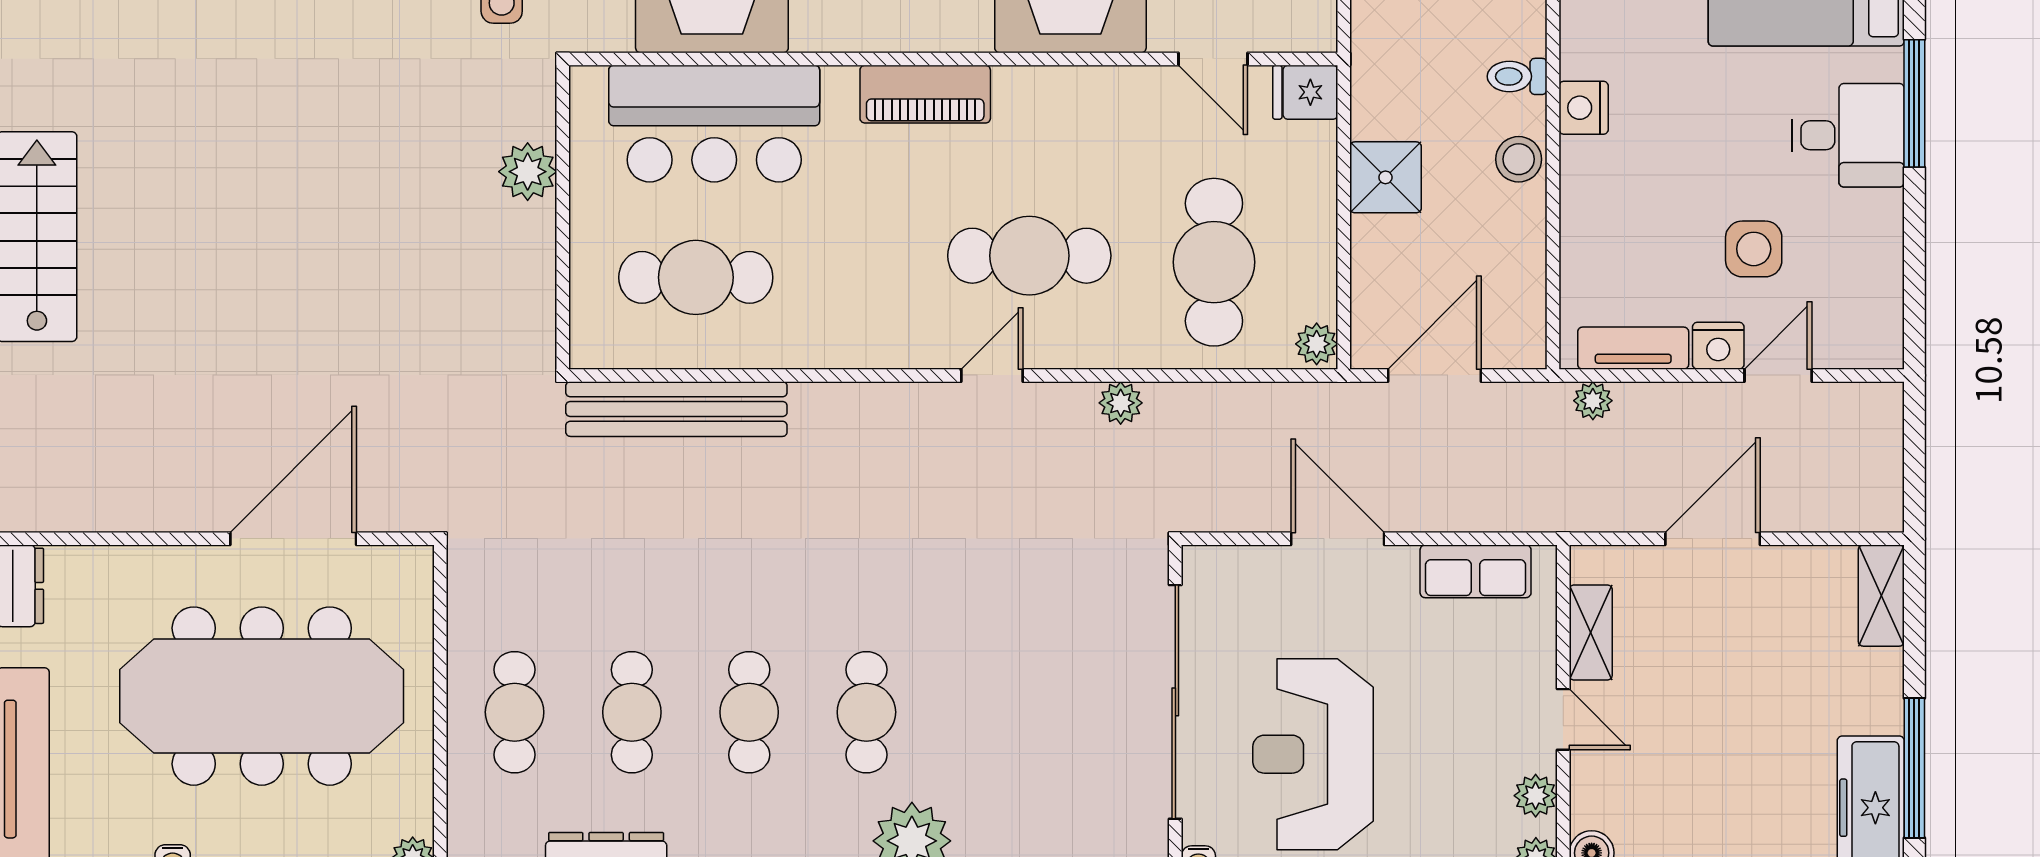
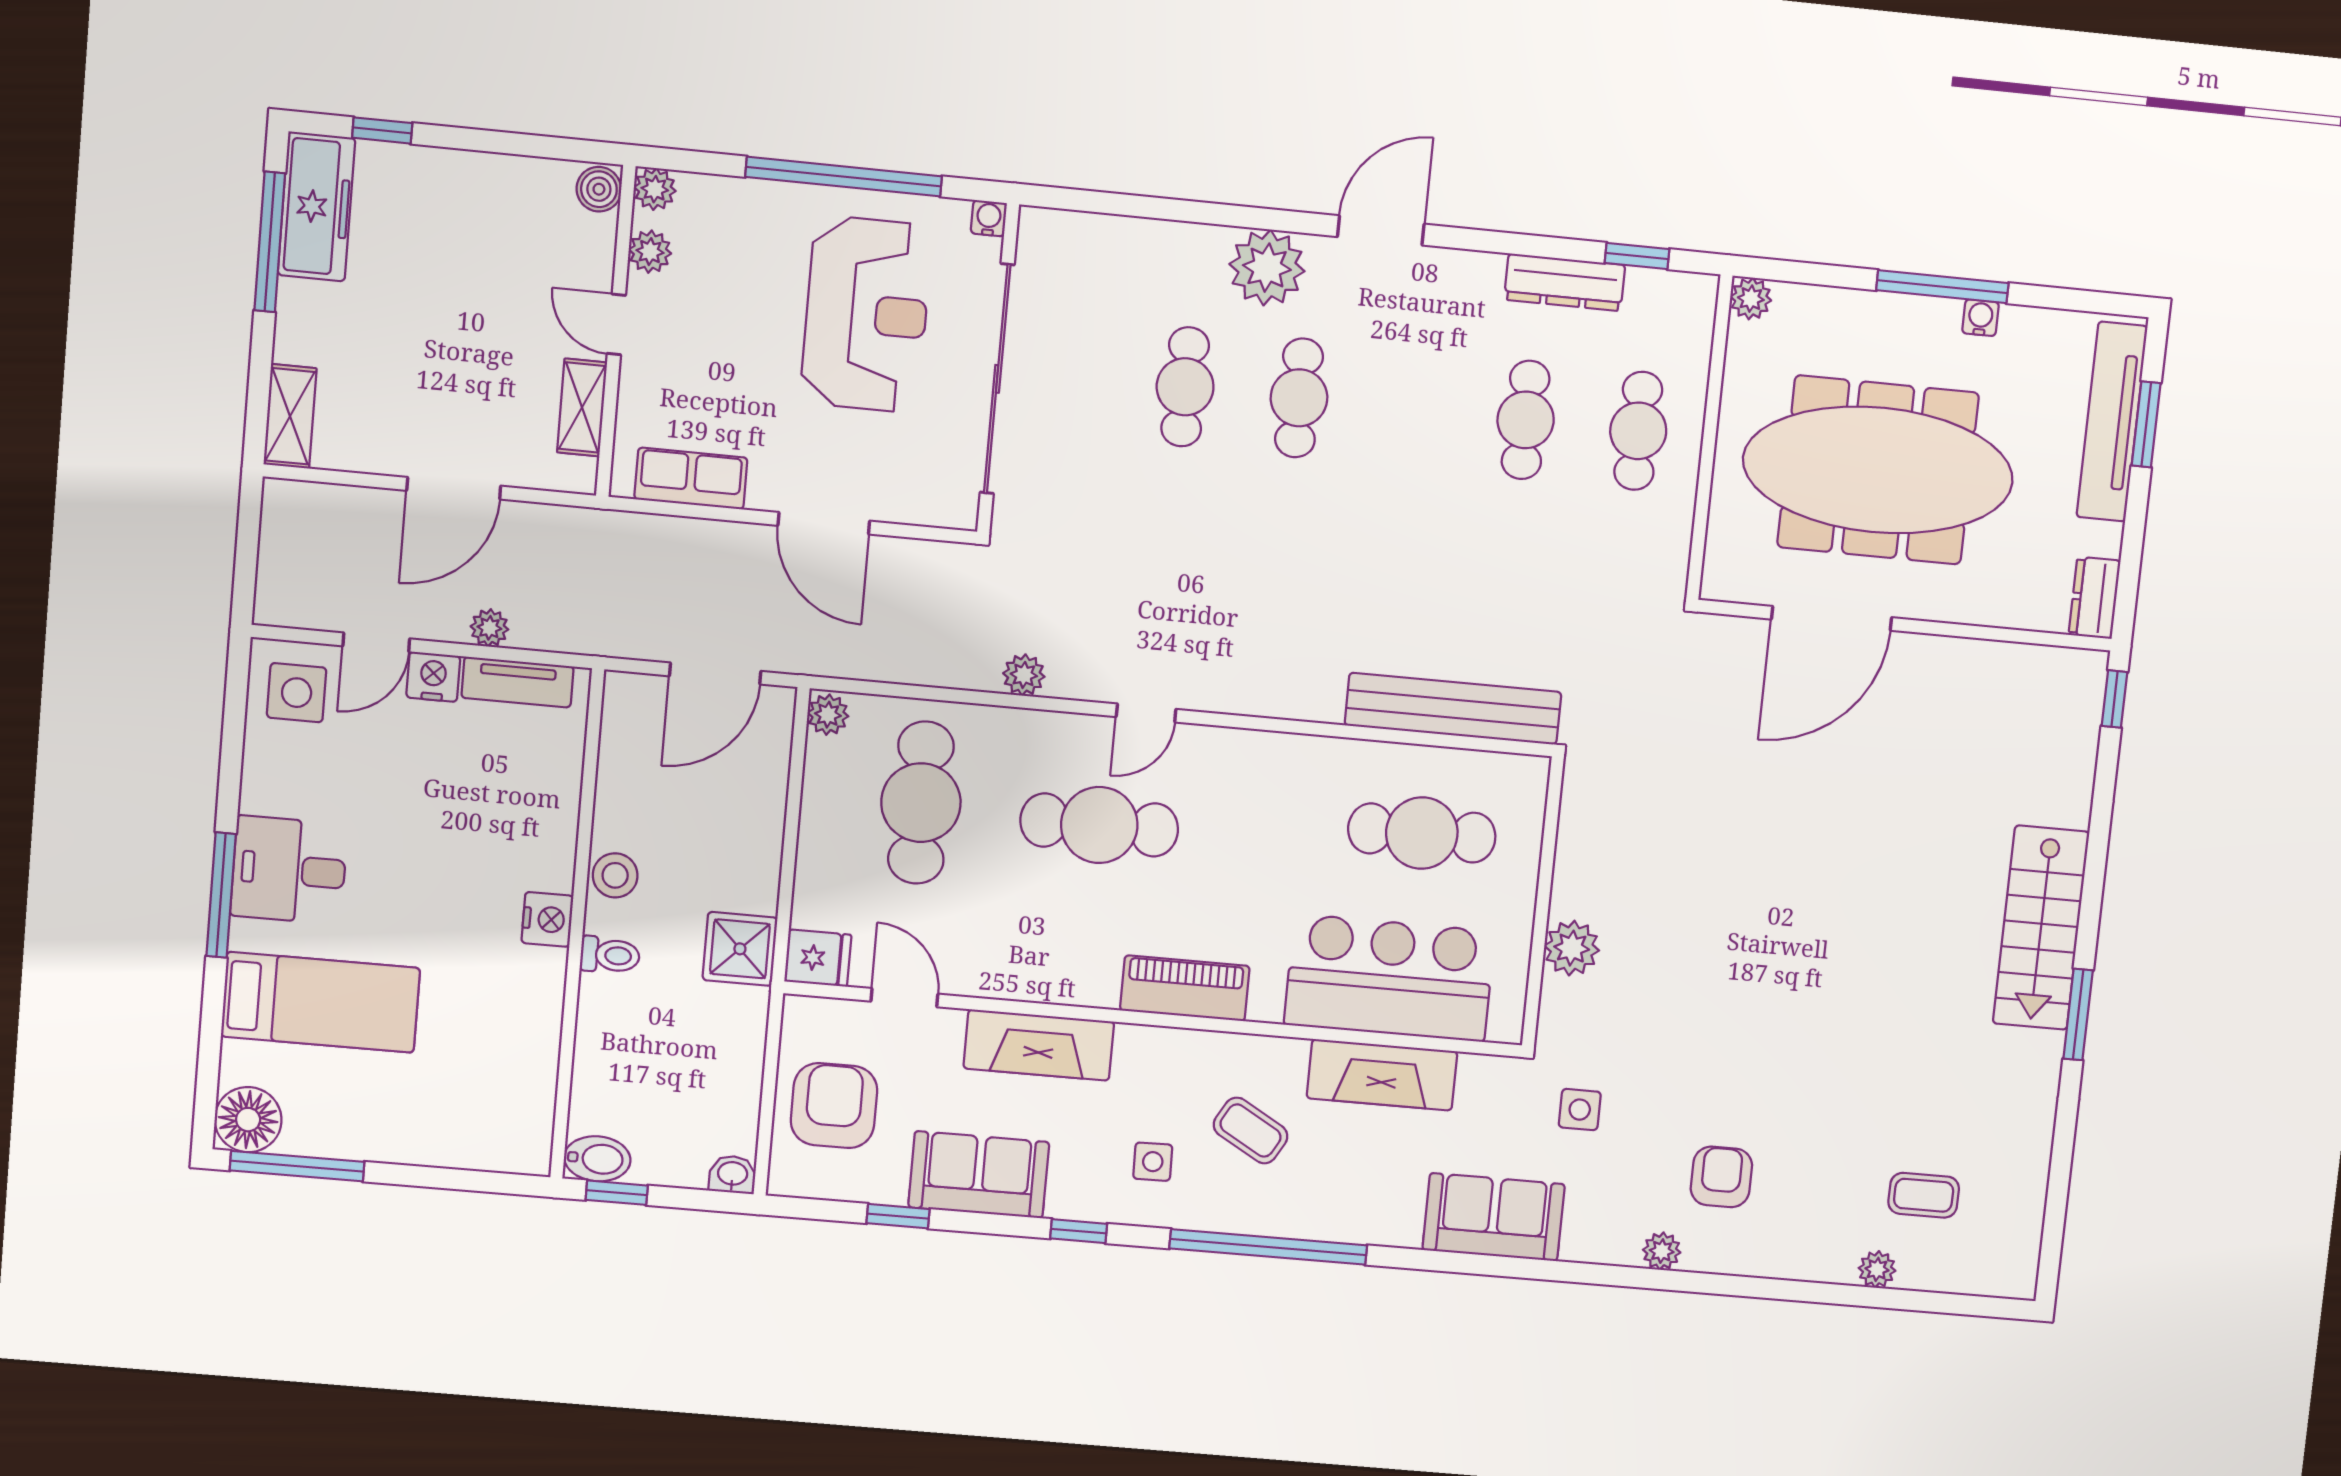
shower: (1385, 177) -> (740, 949), moved
side table: (1754, 249) -> (297, 693), moved
plant: (1593, 401) -> (489, 628), moved
cafe table: (749, 712) -> (1185, 387), moved

